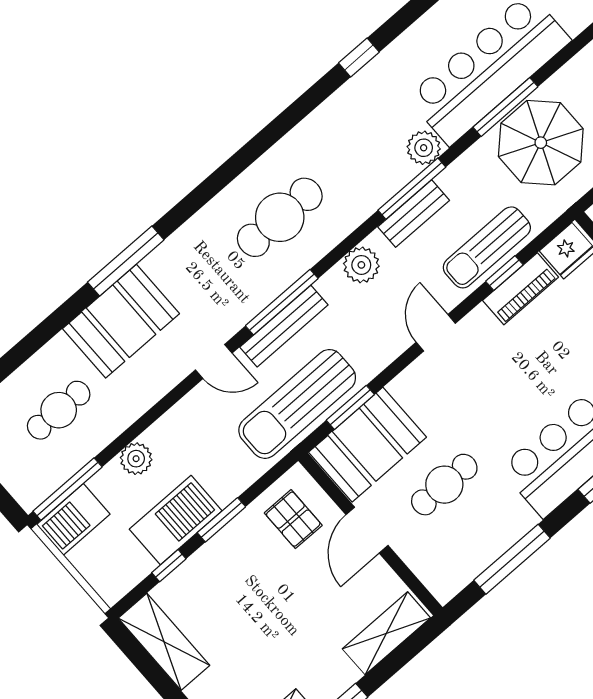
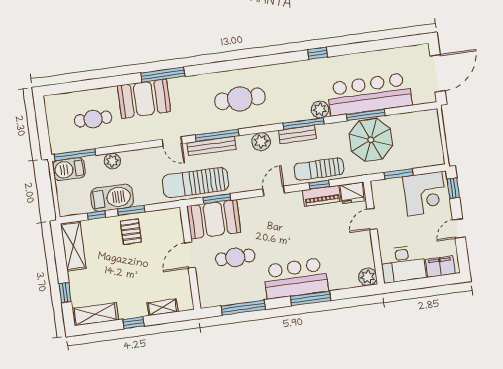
pallet: (293, 519) -> (131, 232), moved
shelving: (386, 633) -> (163, 307), width x0.67, depth x0.75

